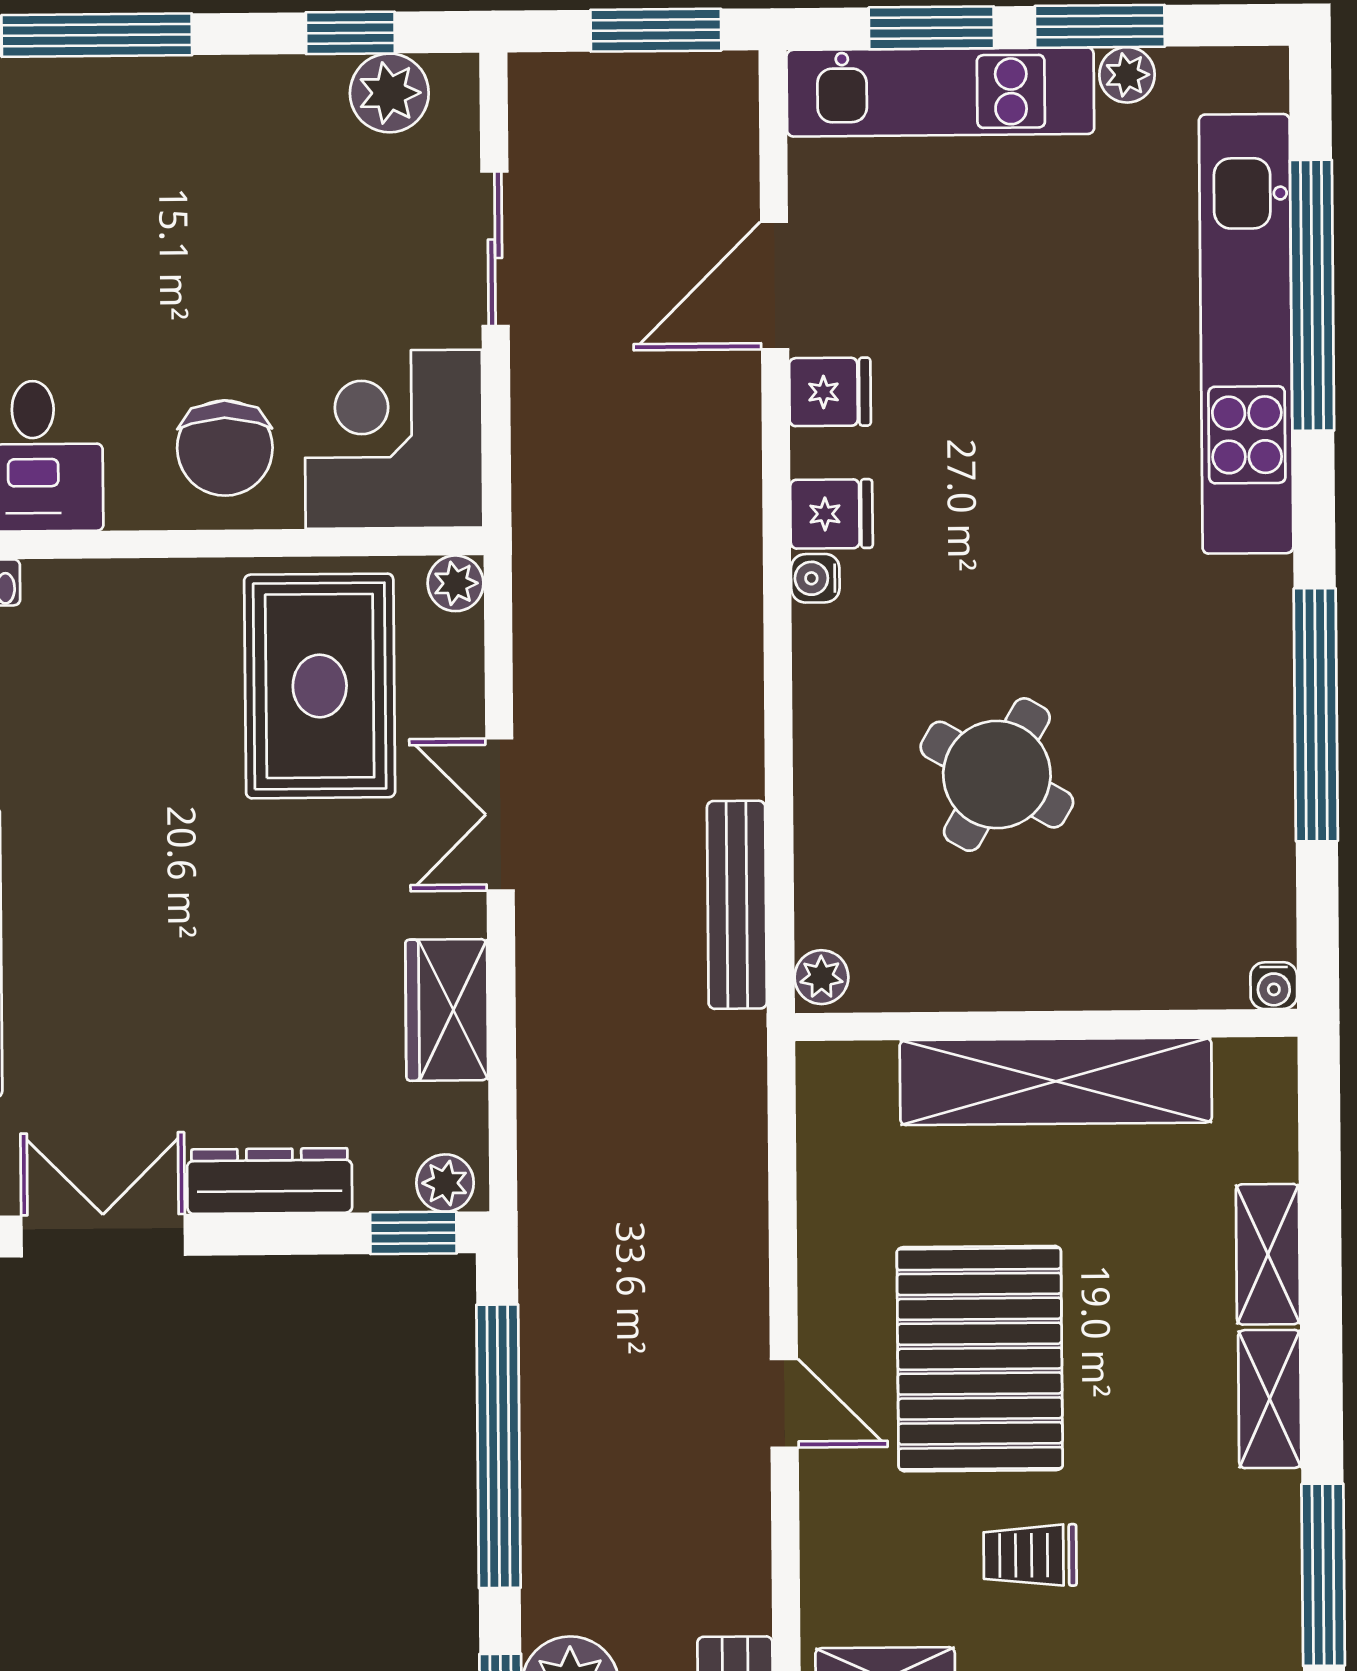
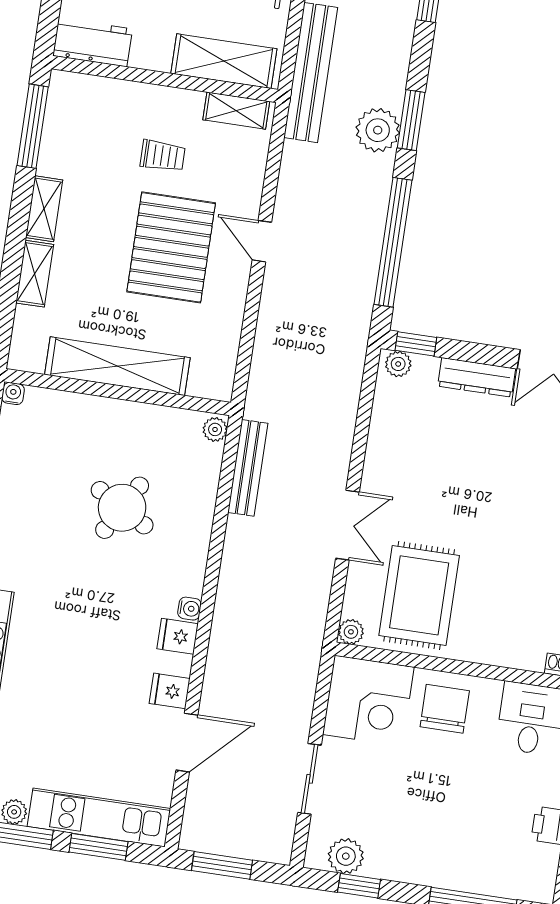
wardrobe: (447, 1010) -> (385, 441), removed

